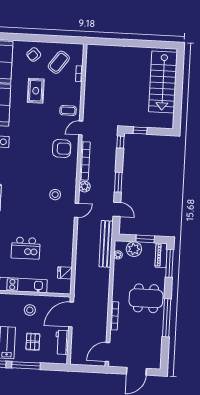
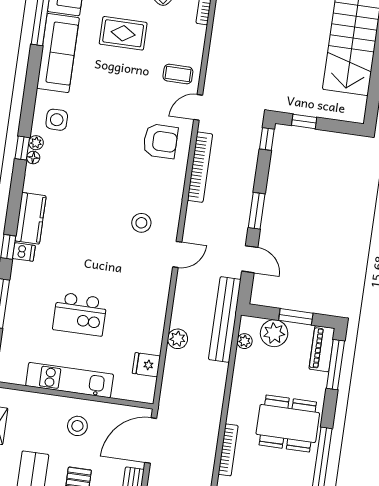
rug: (36, 91) -> (123, 33), turned 90
plant: (85, 187) -> (178, 339), moved

